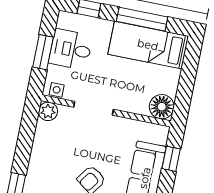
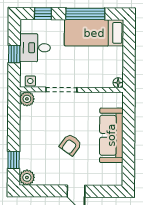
window: (43, 52) -> (14, 54), width x0.67
floor lamp: (162, 107) -> (118, 83), width x0.53, depth x0.53
window: (171, 159) -> (129, 117), removed

